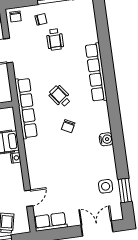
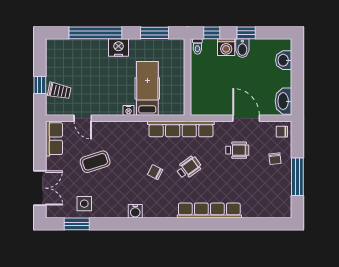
wheelchair: (55, 39) -> (237, 150), moved, turned 180
coffee table: (66, 182) -> (95, 162), added

